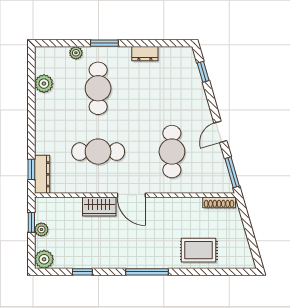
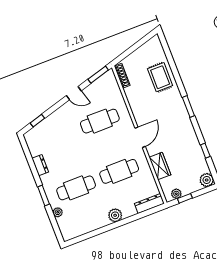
plant: (44, 84) -> (115, 215), moved
cafe table: (98, 152) -> (119, 171), turned 90
window: (31, 169) -> (149, 212), removed
wardrobe: (99, 206) -> (160, 166), moved
plant: (41, 229) -> (176, 194), moved
window: (147, 272) -> (188, 107), width x0.69

